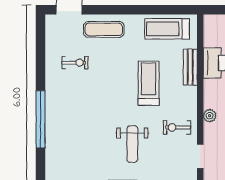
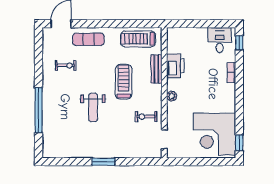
plant: (210, 116) -> (172, 96), moved
weight bench: (132, 144) -> (93, 107), moved

